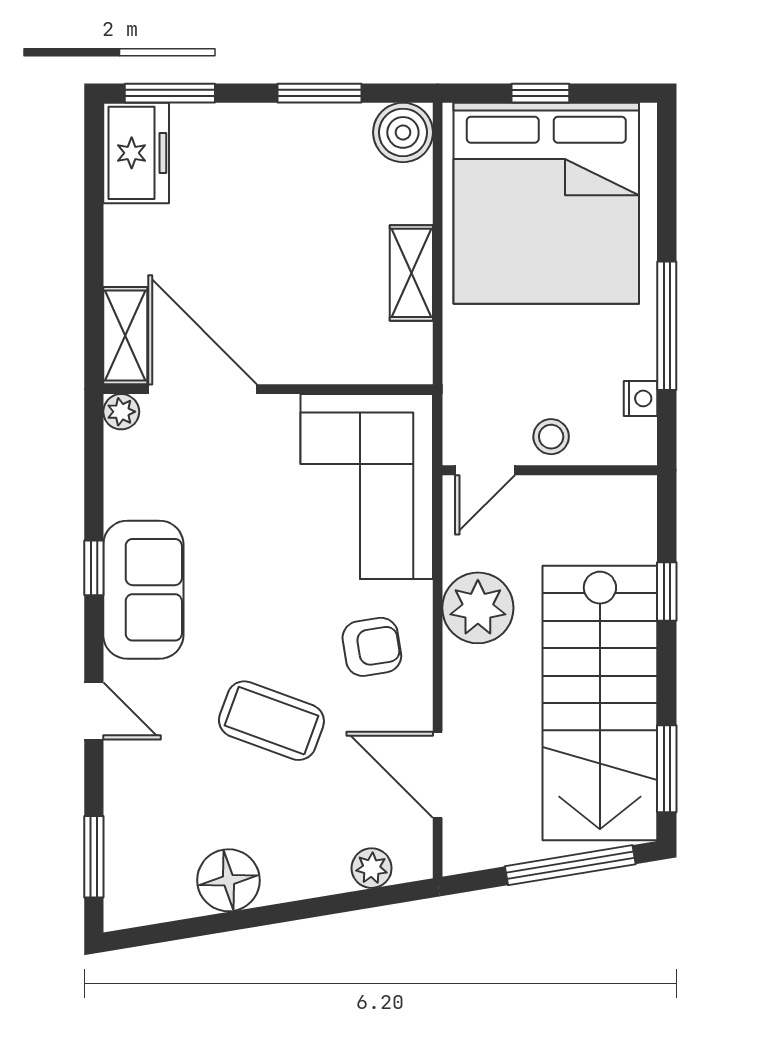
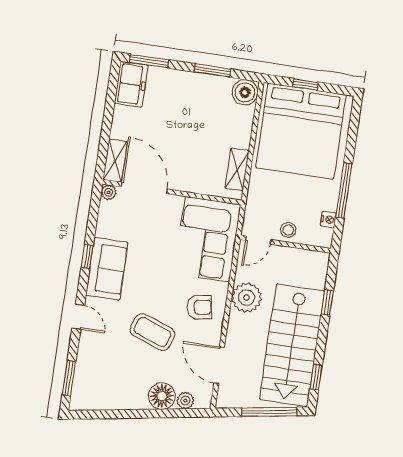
shelving: (411, 273) -> (237, 169), moved
window: (667, 769) -> (316, 377), width x0.67
floor lamp: (228, 880) -> (162, 396), moved

